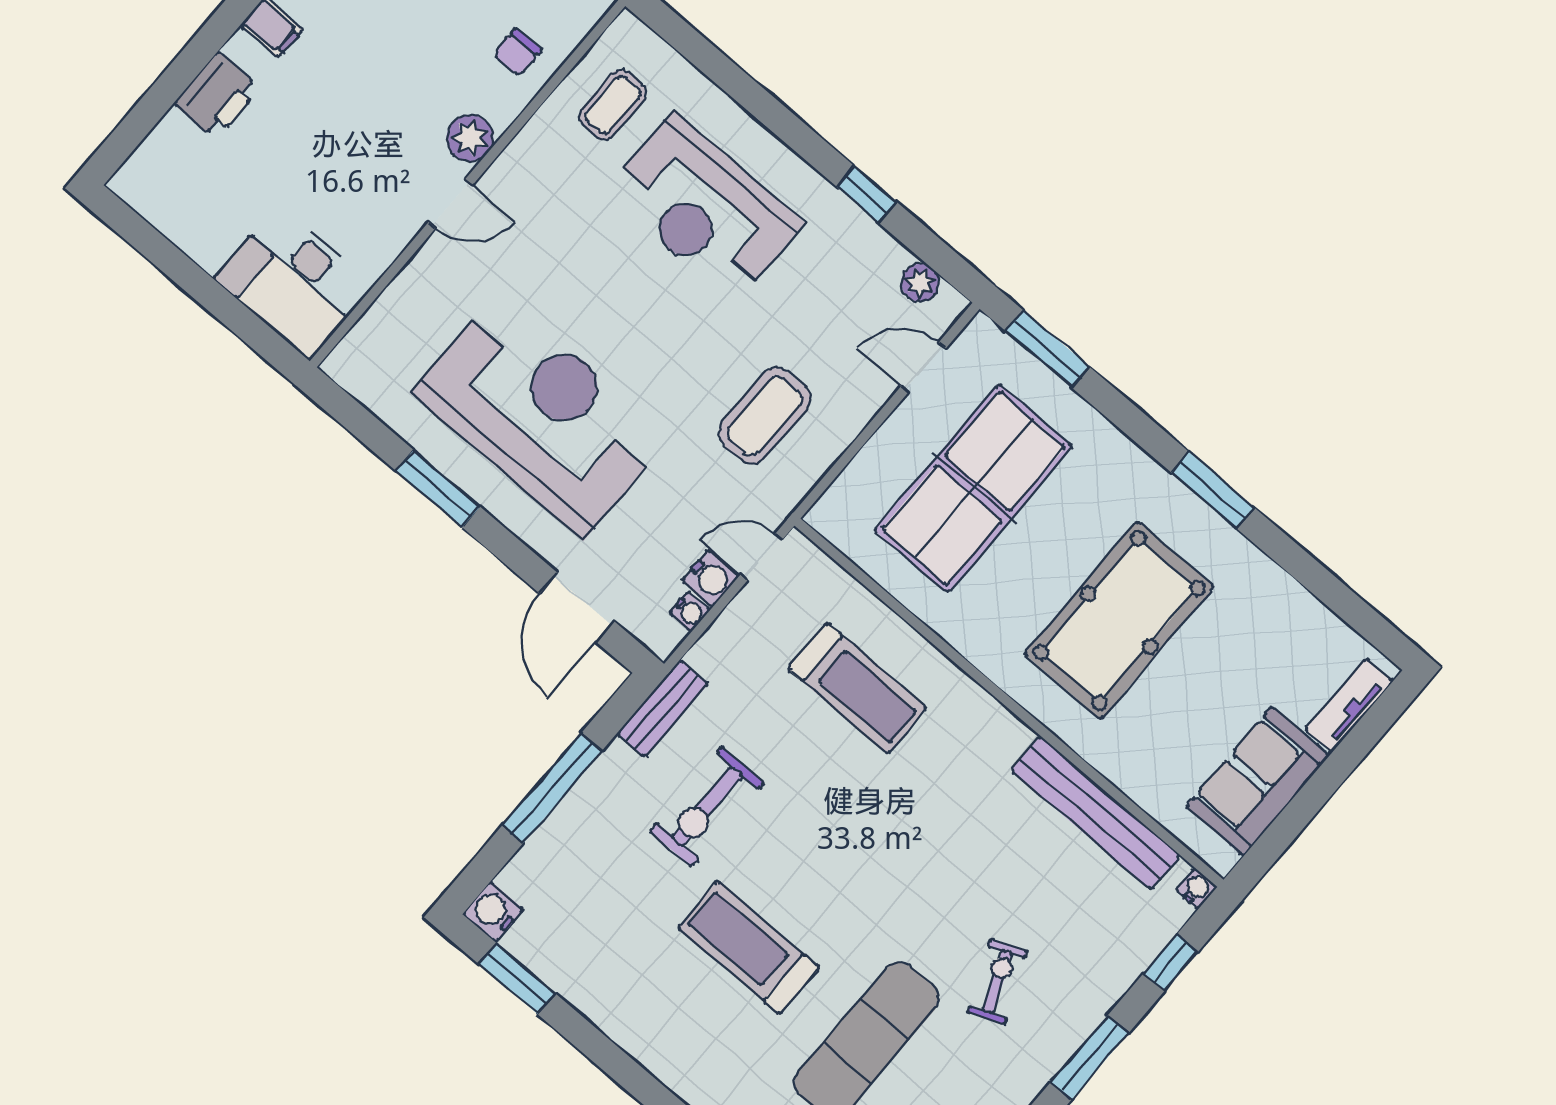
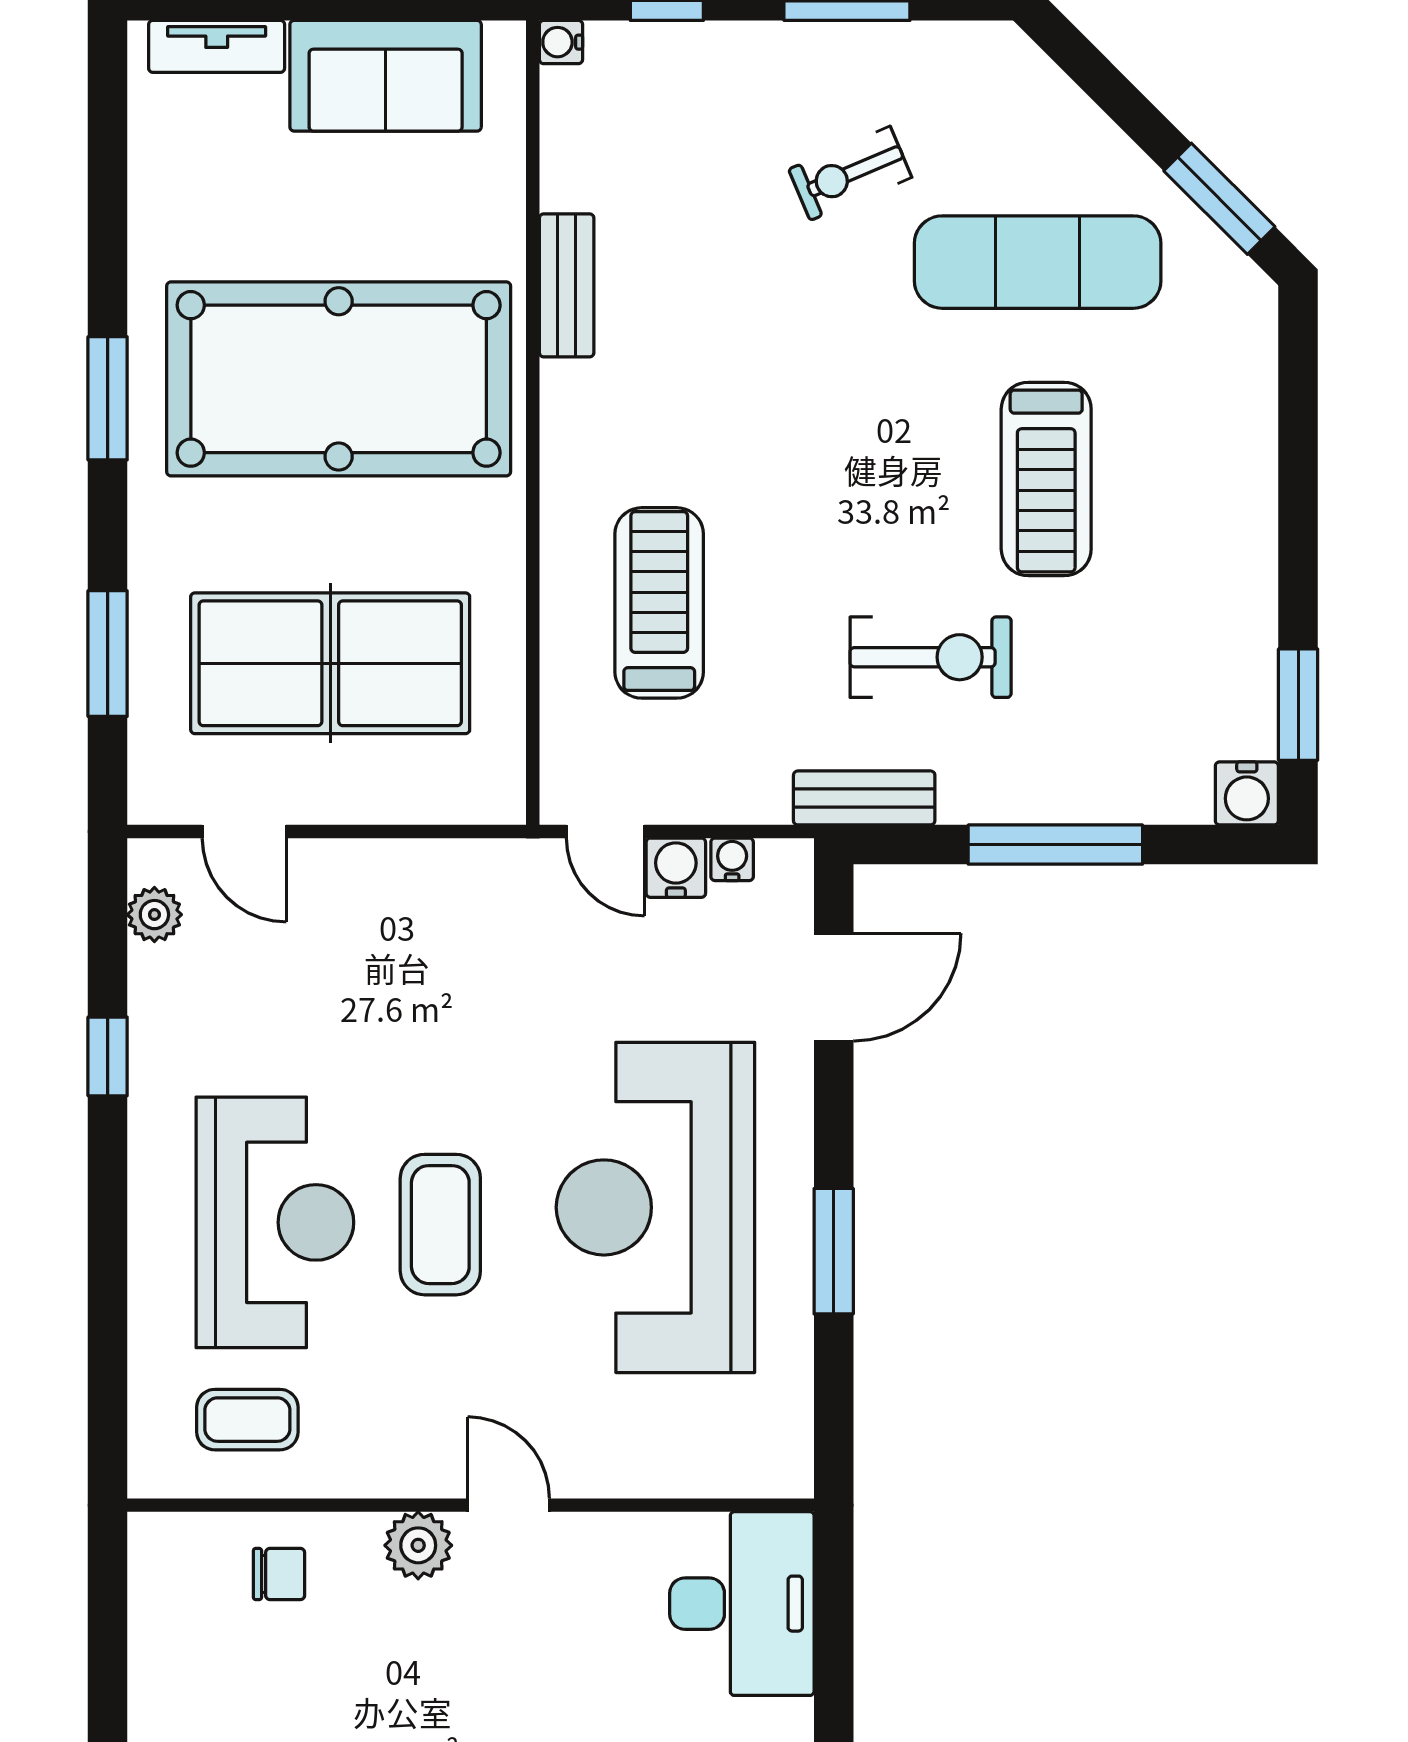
window: (1047, 349) -> (108, 654), moved
coffee table: (764, 416) -> (440, 1225), moved, turned 90
pool table: (1119, 620) -> (339, 379), width x1.36, depth x1.32
bench: (1096, 813) -> (567, 285), width x0.54, depth x0.82

